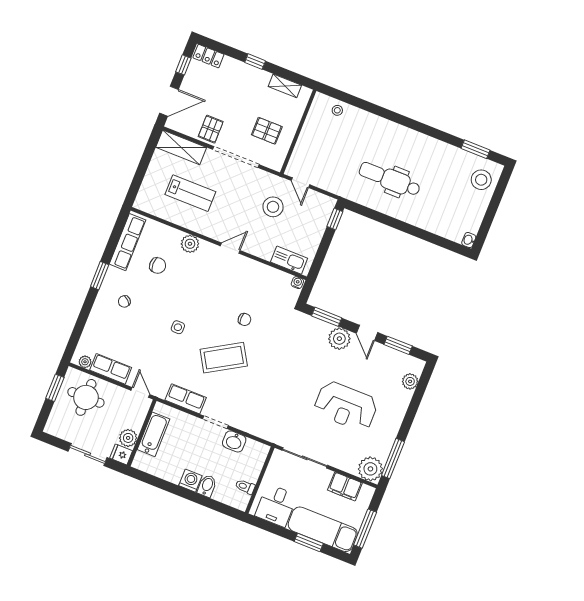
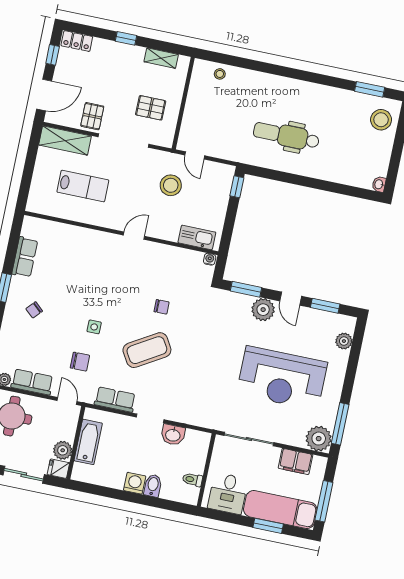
row of seats: (127, 242) -> (25, 257), width x0.68
plant: (190, 244) -> (92, 238), removed
chair: (158, 266) -> (80, 362), moved
reception desk: (346, 406) -> (282, 378), width x1.36, depth x1.30

